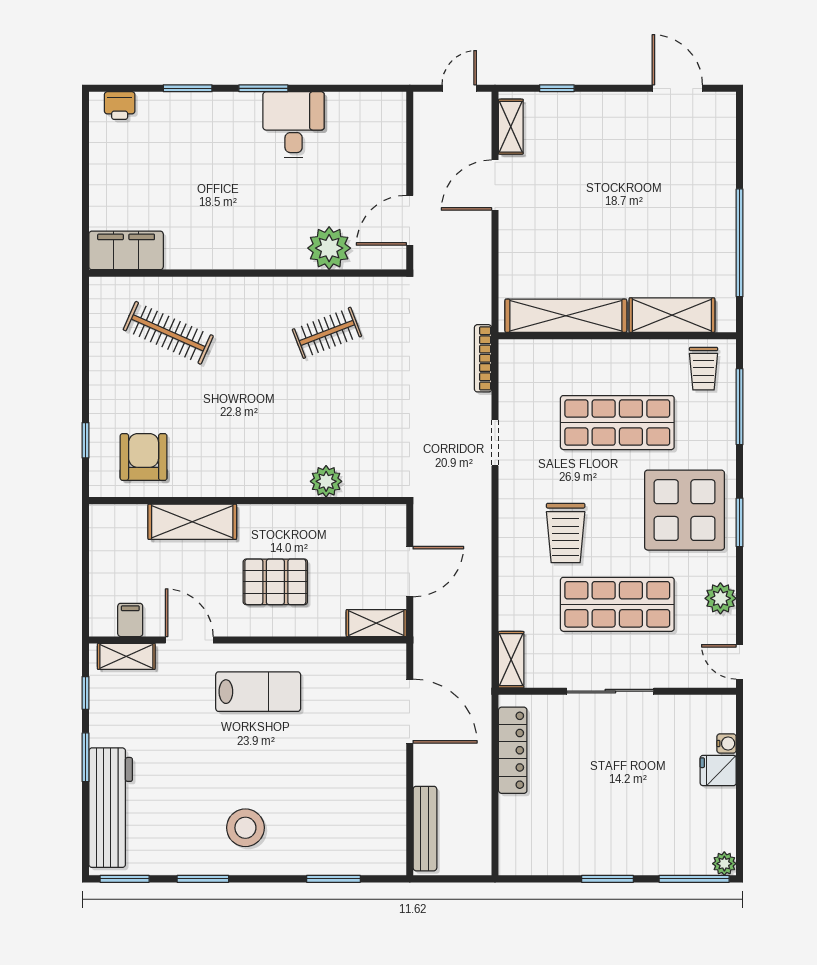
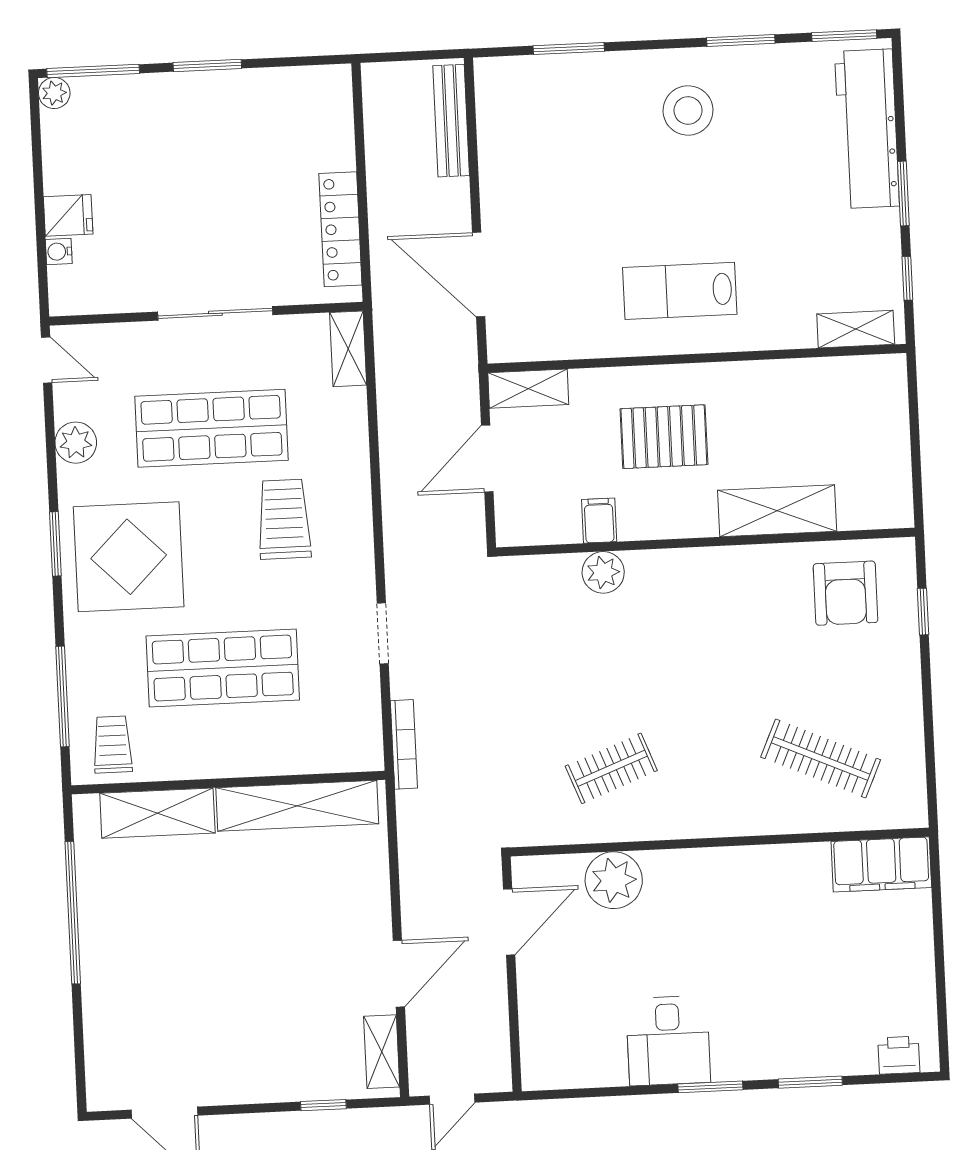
filing cabinet: (130, 620) -> (599, 521), moved, turned 180
door: (189, 640) -> (774, 355), removed

